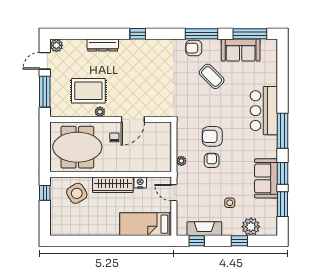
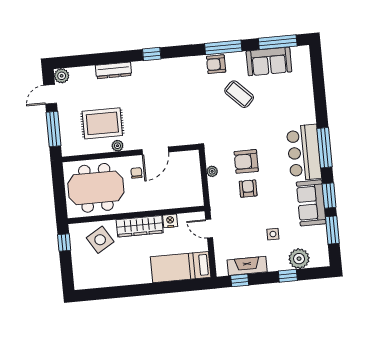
bar counter: (264, 111) -> (304, 153), moved
plant: (181, 161) -> (212, 171), moved

